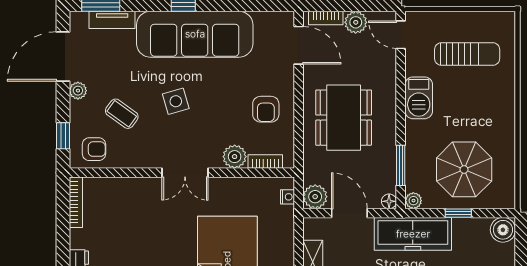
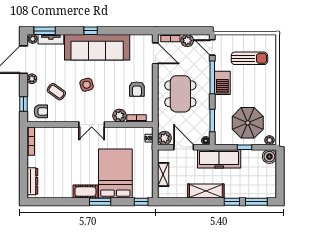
plant: (79, 19) -> (33, 39), added
window: (401, 88) -> (212, 77), added
plant: (413, 201) -> (270, 140), moved

